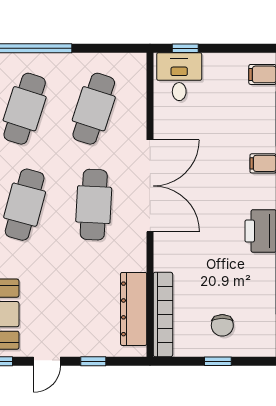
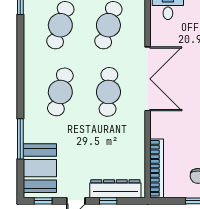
dresser: (134, 309) -> (115, 189), moved, turned 90

